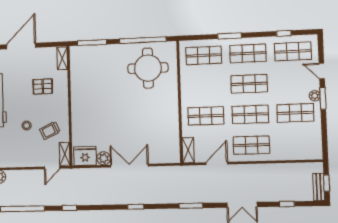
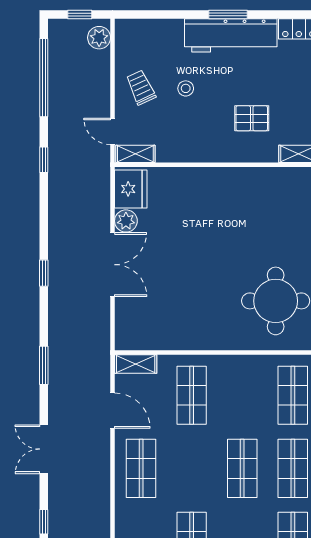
pallet: (43, 86) -> (252, 118), turned 90
shop shelf: (250, 114) -> (192, 468), removed
trolley: (50, 130) -> (141, 88), moved

